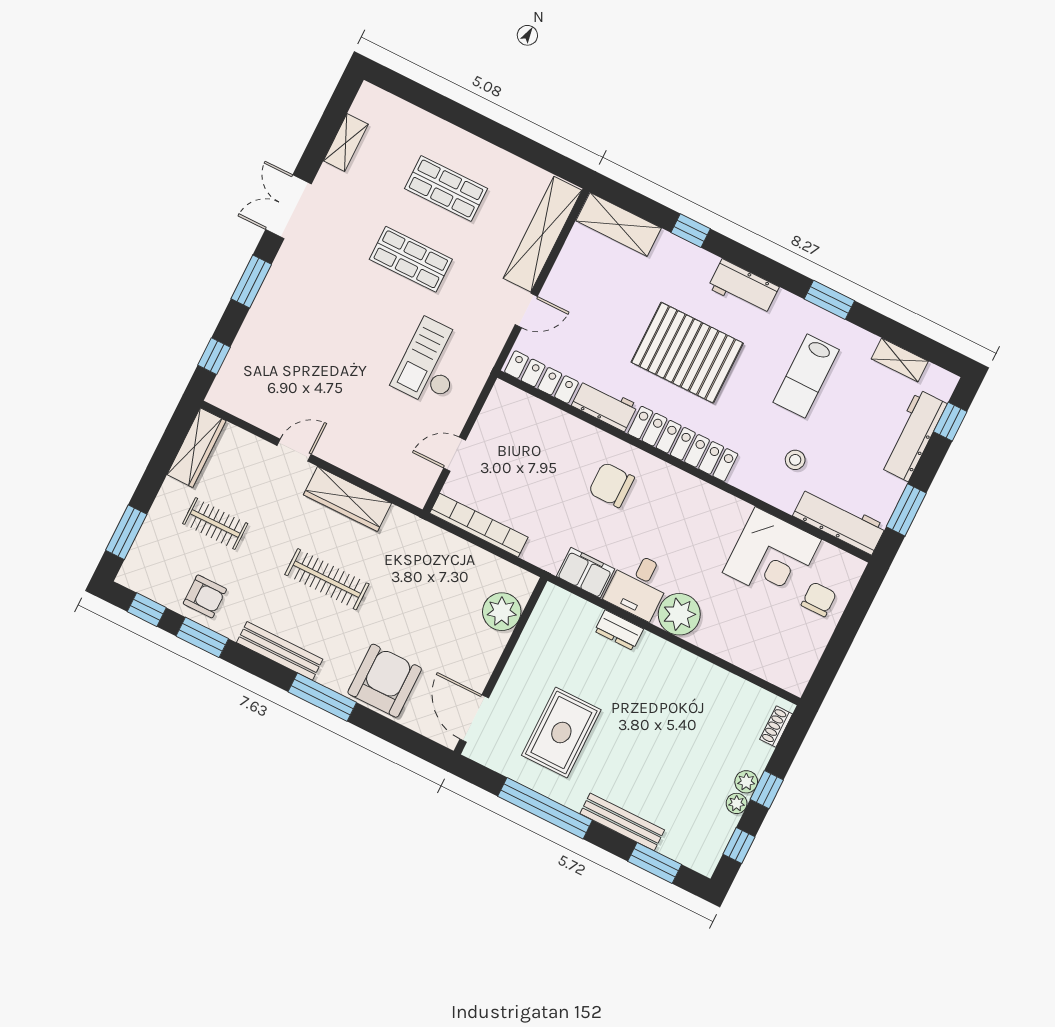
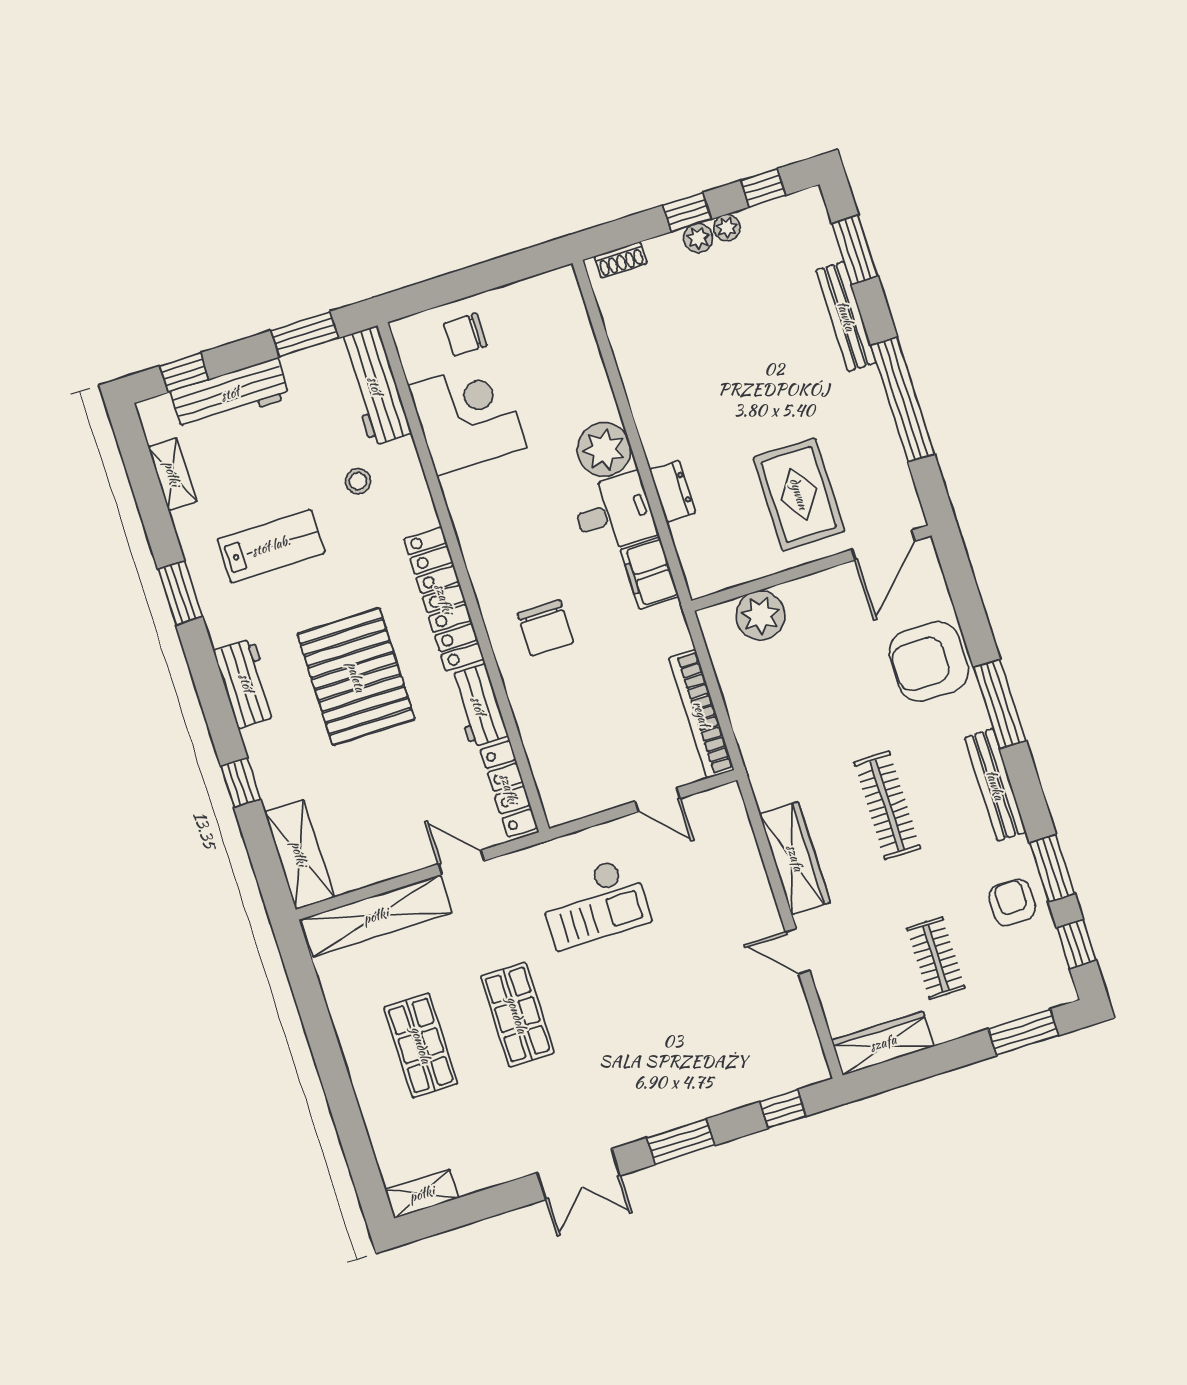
shelving: (346, 142) -> (422, 1194), moved
rug: (561, 732) -> (799, 494), moved, turned 90

